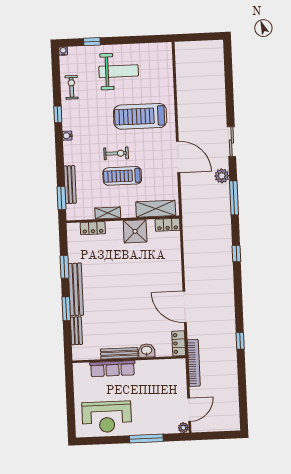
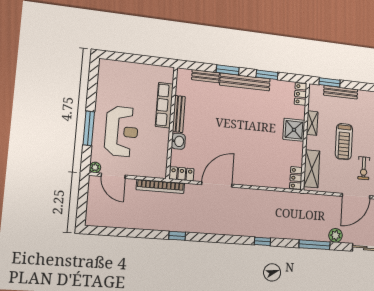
exercise bike: (116, 153) -> (364, 168), moved
treadmill: (122, 176) -> (344, 142), turned 180
locker: (93, 228) -> (301, 94), moved
shower: (135, 231) -> (294, 130), moved
reception desk: (107, 417) -> (122, 131), moved, turned 180

